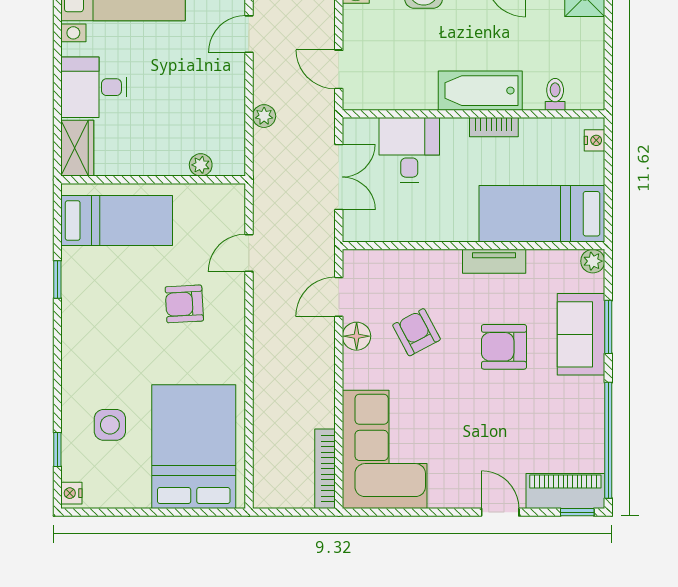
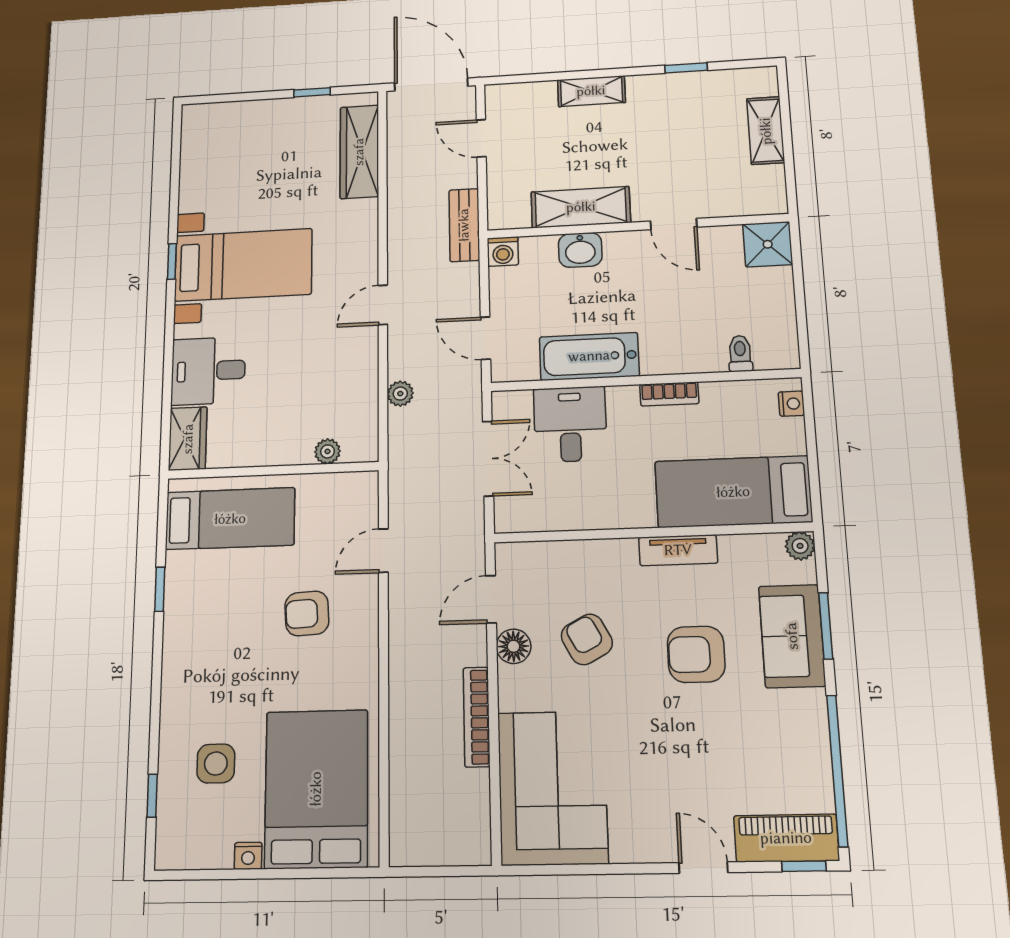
bathtub: (480, 91) -> (589, 356), moved
bookcase: (325, 469) -> (477, 717), moved
nightstand: (71, 493) -> (248, 856), moved, turned -90

